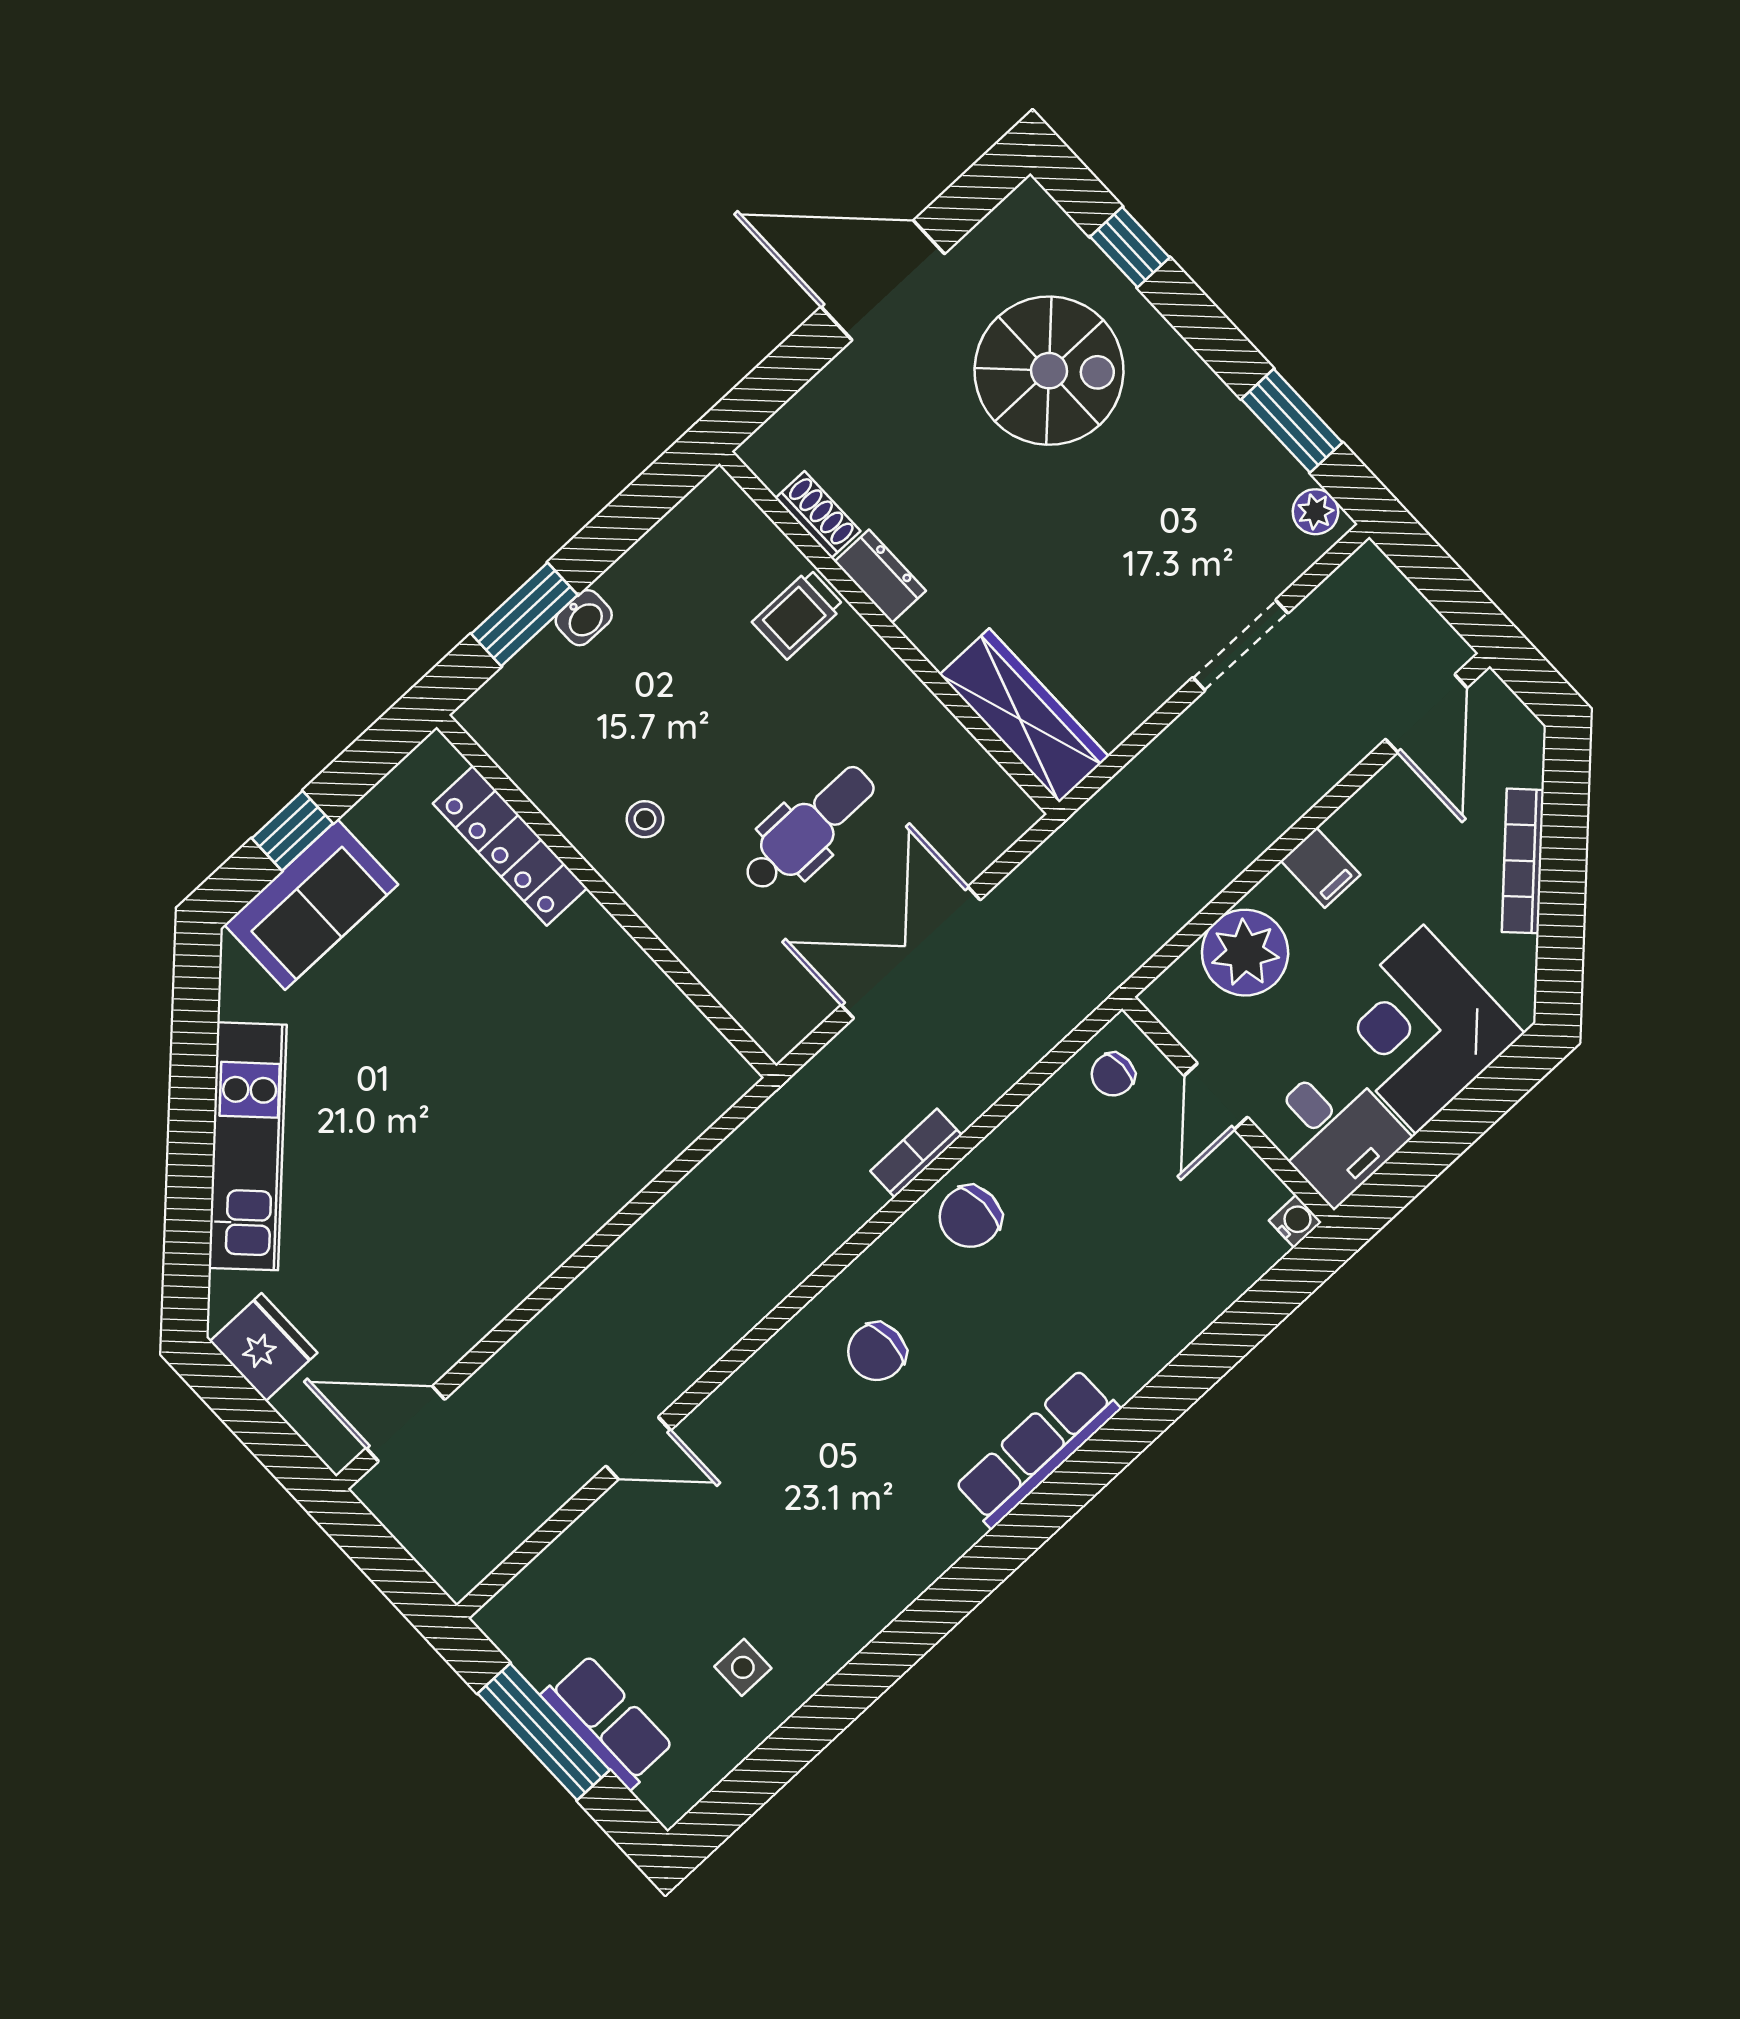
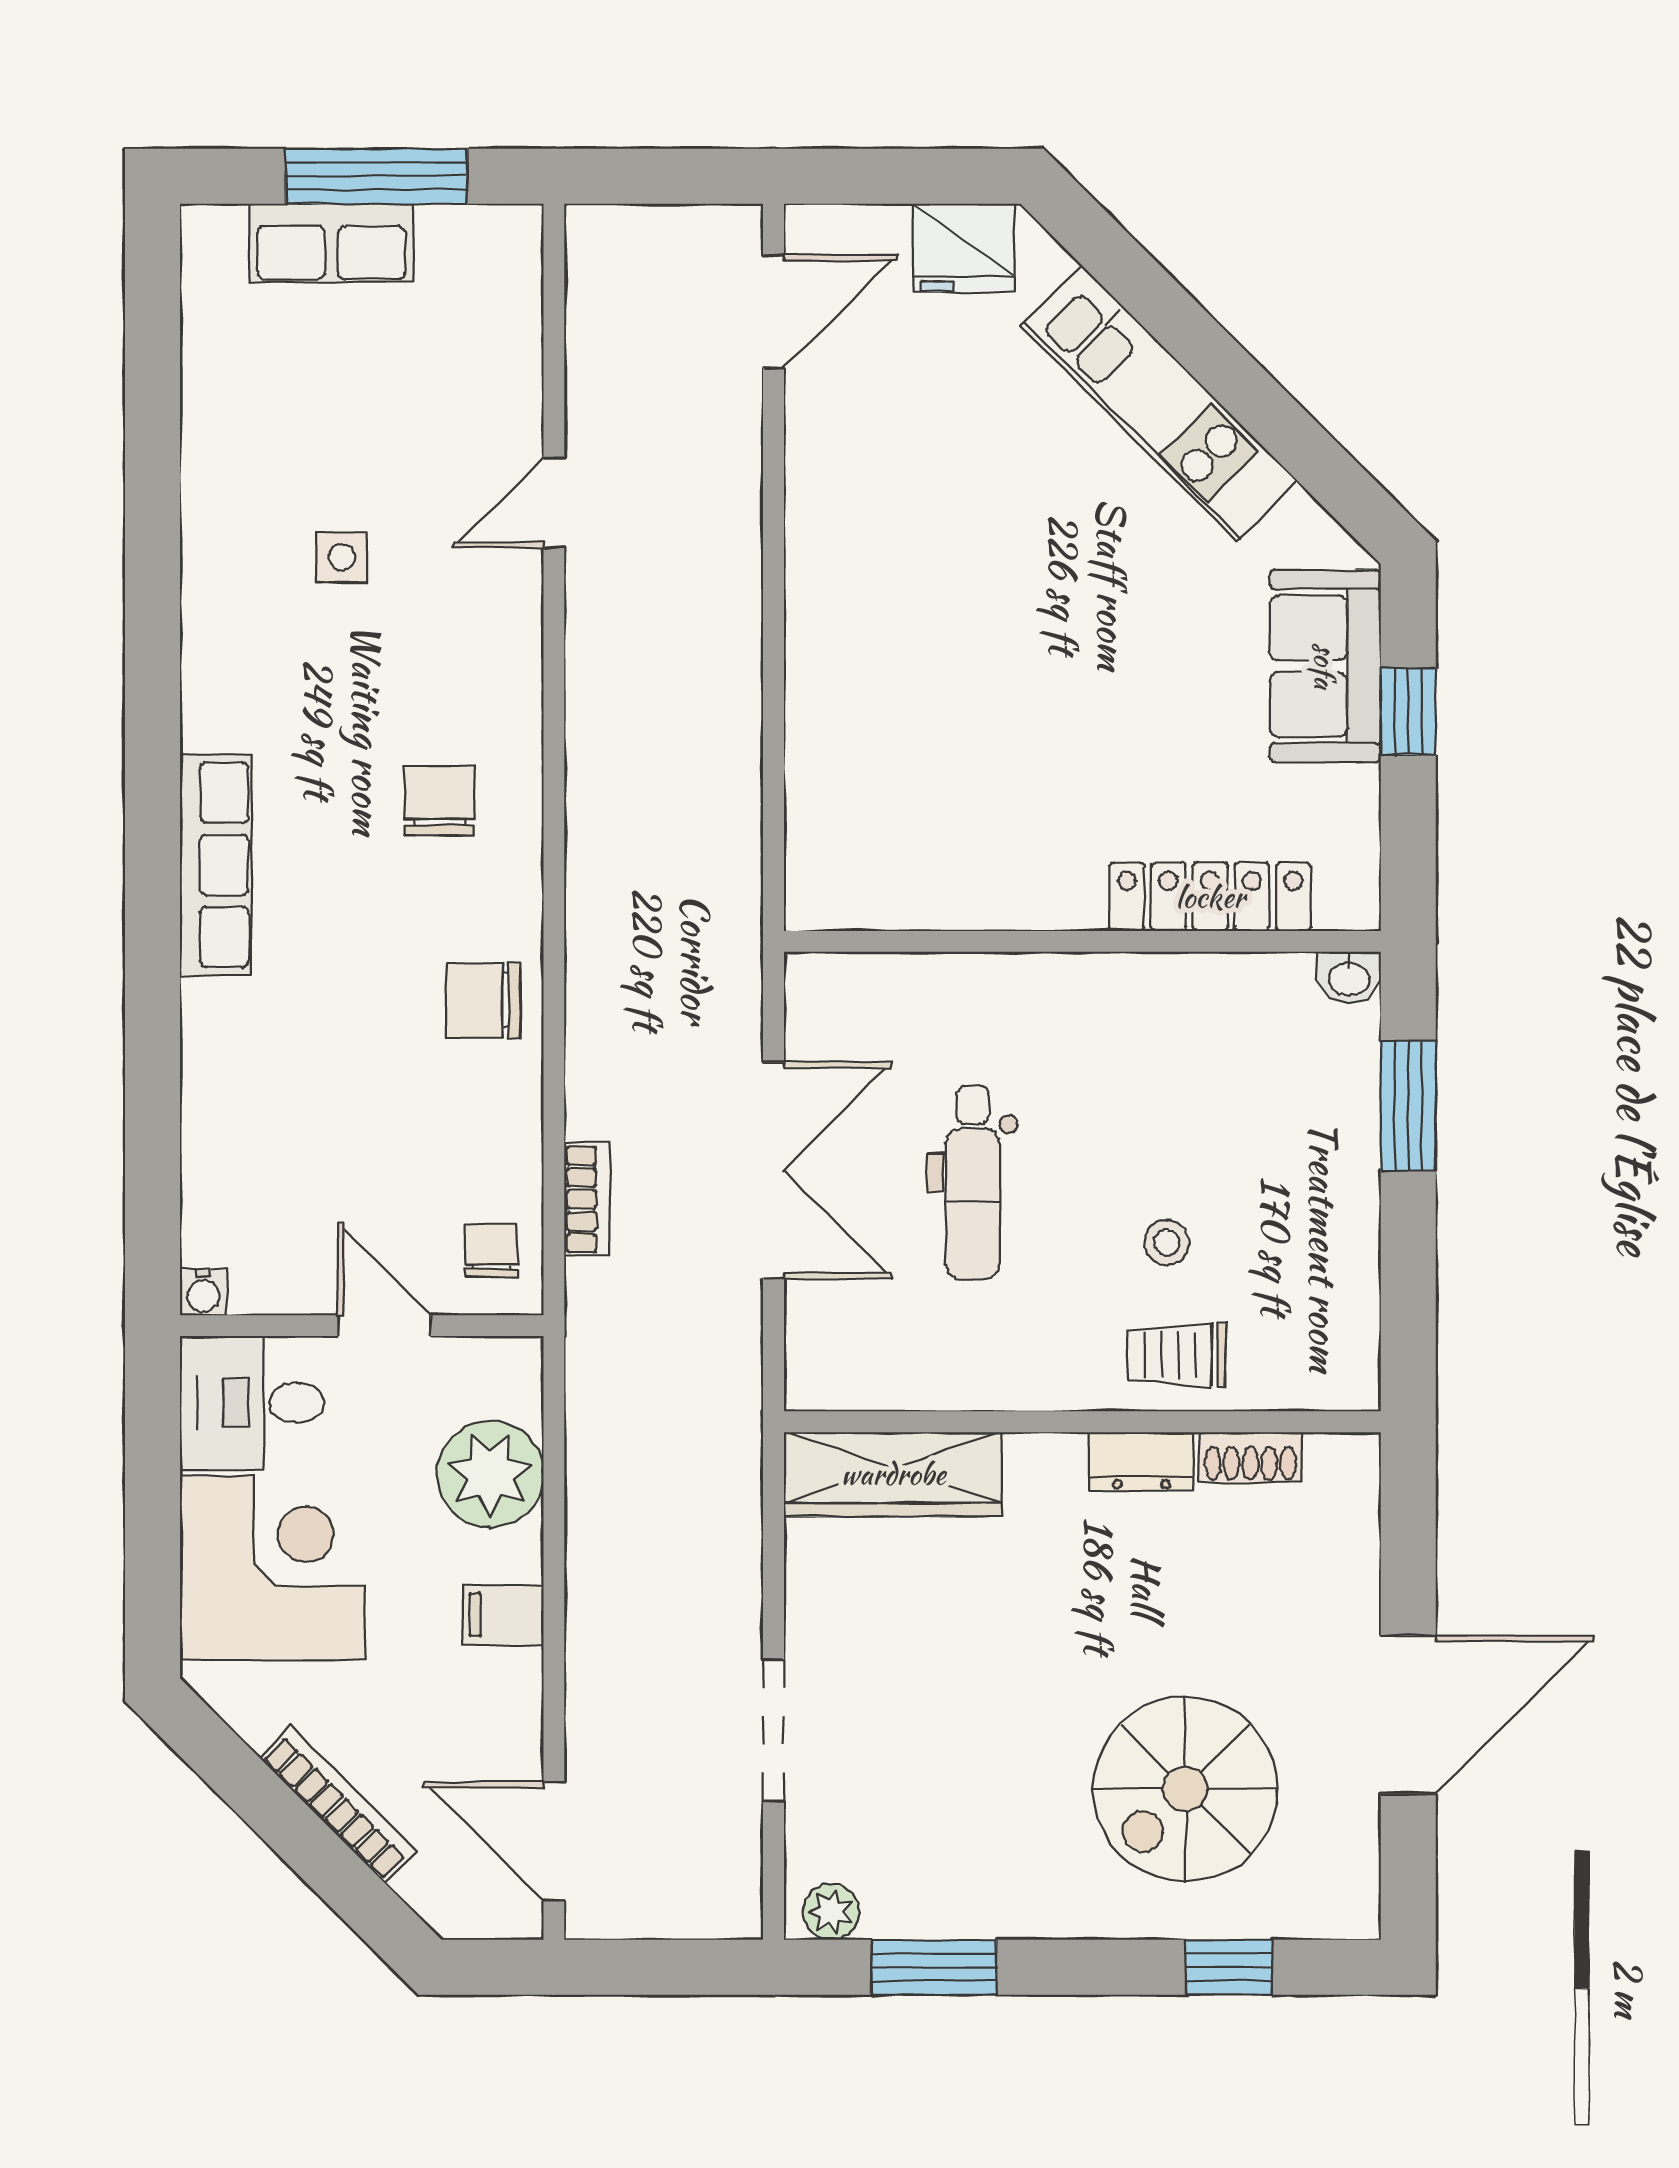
trolley: (798, 614) -> (1177, 1355), turned -90
washbasin: (584, 618) -> (1349, 978), moved, turned -90
stool: (645, 819) -> (1167, 1243), moved
bookcase: (916, 1153) -> (587, 1199), moved
chair: (970, 1217) -> (483, 1000), turned -89
side table: (743, 1667) -> (342, 557), moved

